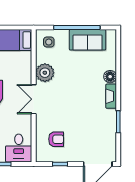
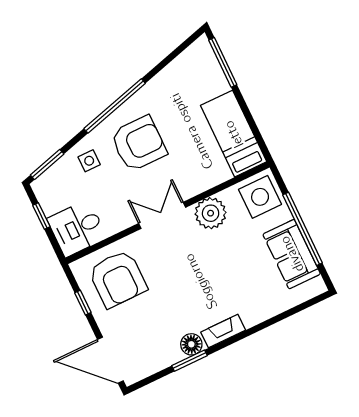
side table: (49, 42) -> (260, 197), width x1.87, depth x1.87
floor lamp: (110, 77) -> (191, 344), moved
armchair: (56, 139) -> (118, 279), width x1.88, depth x1.88

